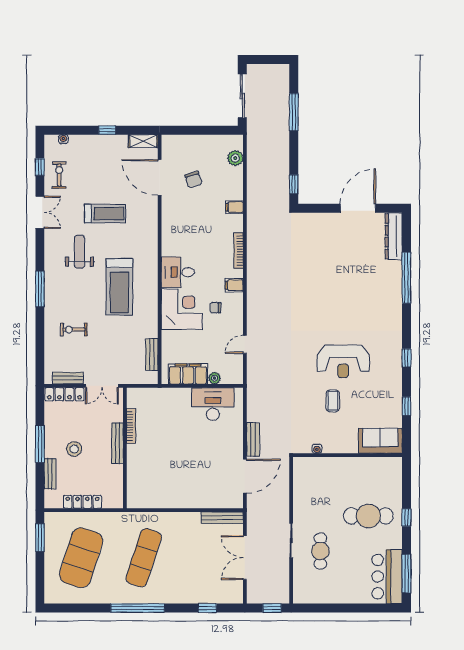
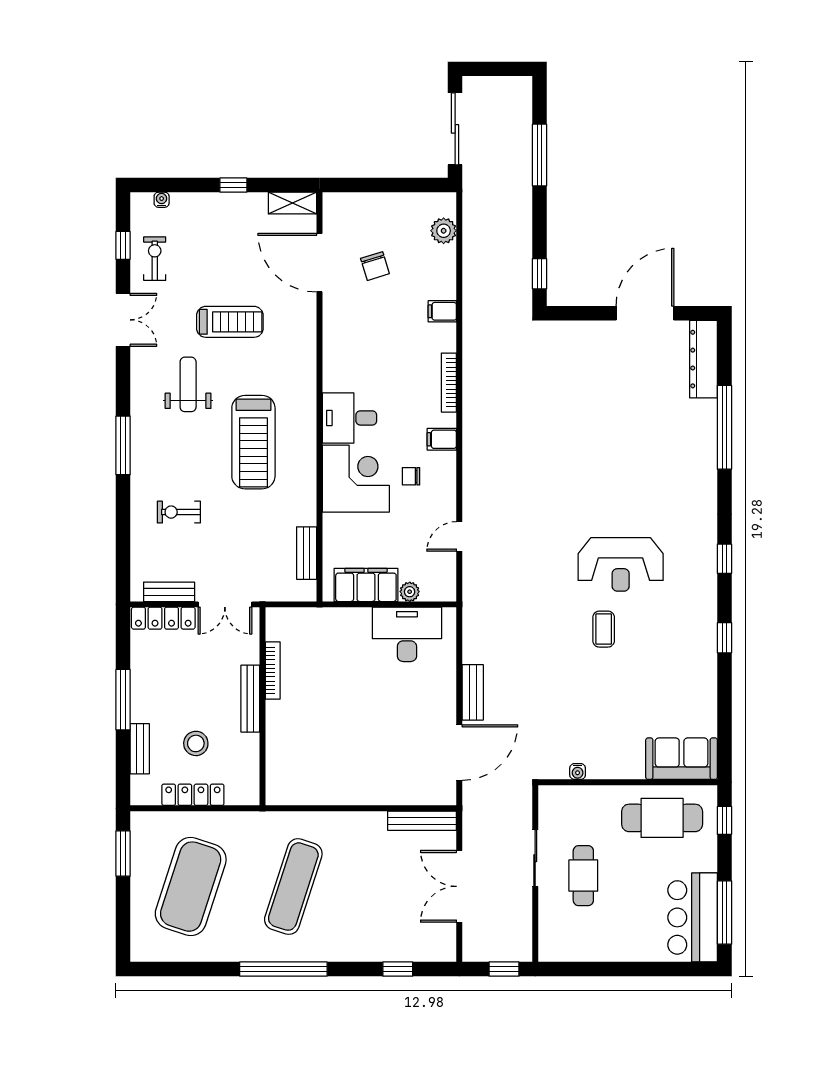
sofa: (380, 441) -> (682, 759), moved
stool: (74, 449) -> (196, 743), moved
water cooler: (317, 449) -> (578, 771), moved
wall: (347, 455) -> (628, 782), moved

